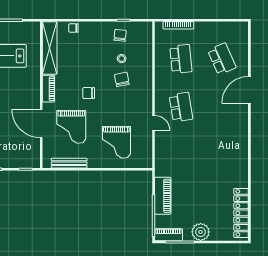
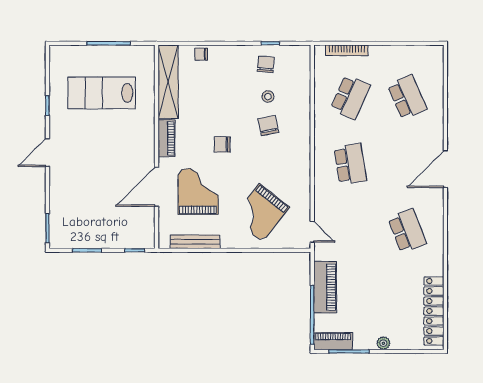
school desk: (181, 59) -> (350, 97), turned 30
door: (249, 90) -> (445, 169), moved
door: (153, 123) -> (312, 232), moved
door: (41, 124) -> (157, 187), hinge flipped
grand piano: (71, 127) -> (198, 191), turned 180
grand piano: (116, 142) -> (261, 213), turned 38
school desk: (222, 155) -> (407, 231), added
plant: (201, 232) -> (383, 343), width x0.53, depth x0.53

